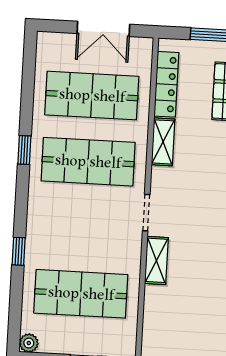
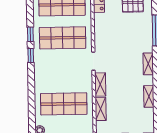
shelving: (163, 142) -> (101, 109), moved
window: (19, 251) -> (31, 56), moved

